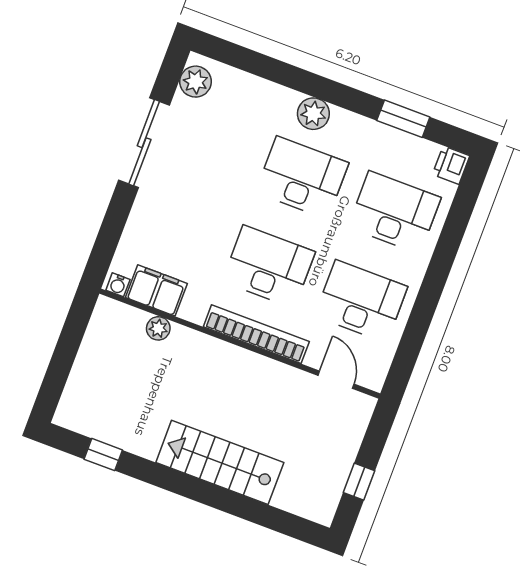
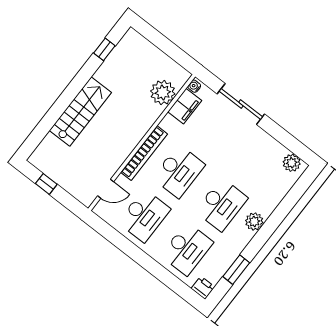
sliding door: (144, 143) -> (241, 104), moved
plant: (158, 328) -> (163, 93), width x1.88, depth x1.88

